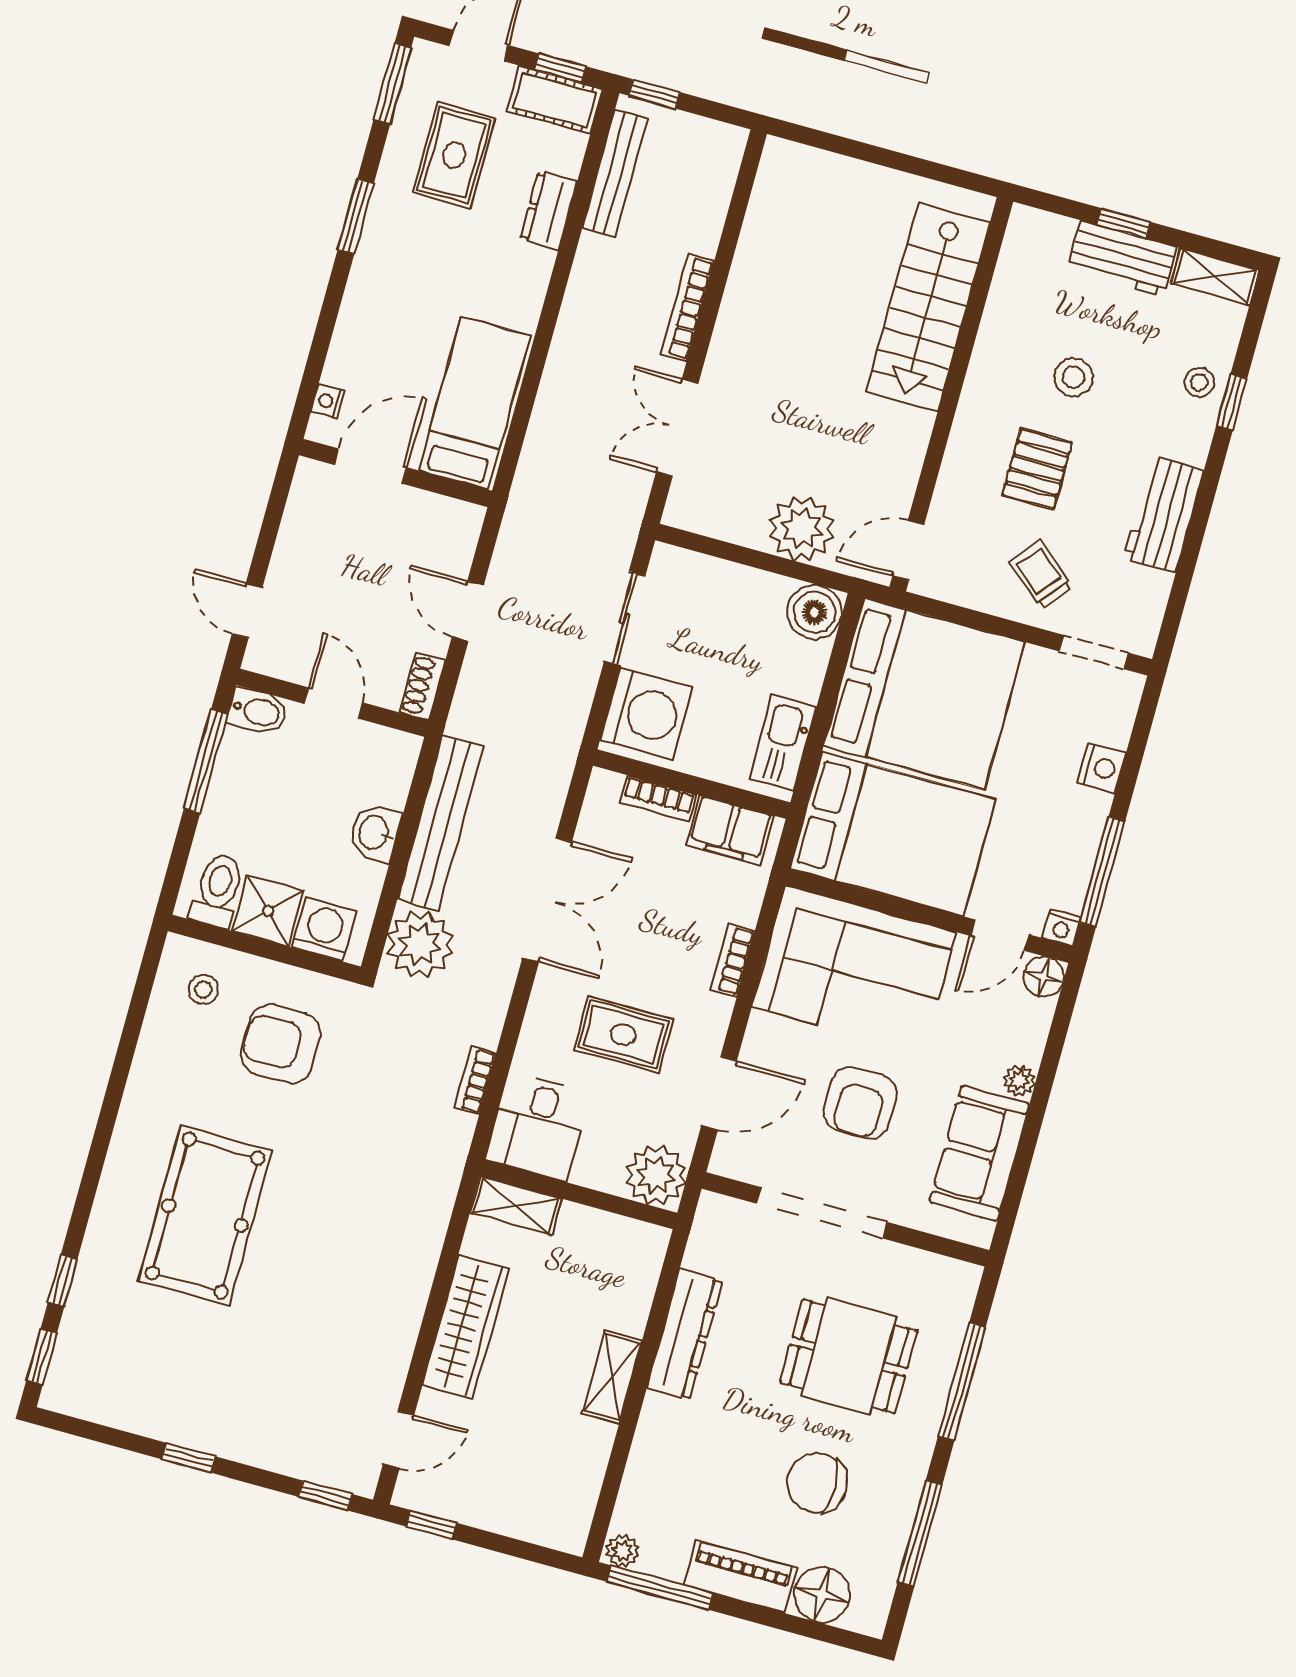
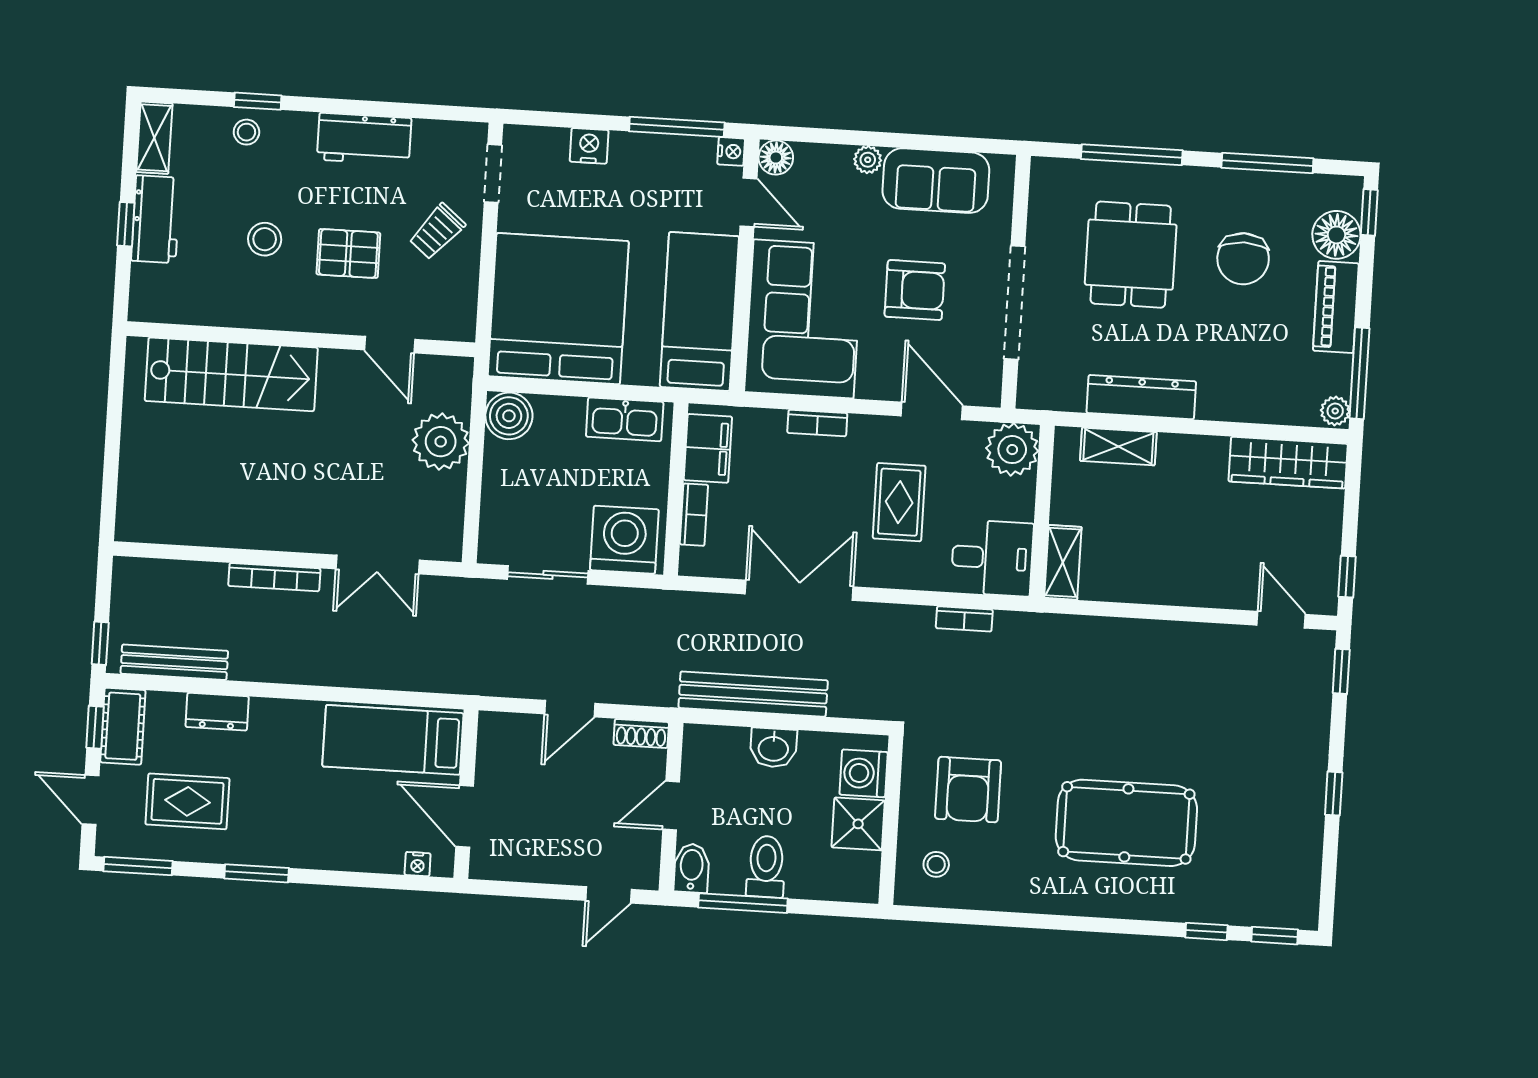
door: (908, 550) -> (390, 345), moved
bed: (893, 834) -> (699, 312), width x0.67
toilet: (218, 890) -> (766, 867), moved, turned 90
plant: (420, 944) -> (859, 690), removed
wardrobe: (465, 1327) -> (1288, 463), moved, turned 180
shelving: (612, 1377) -> (1118, 446), moved
window: (840, 1637) -> (1369, 212), added

